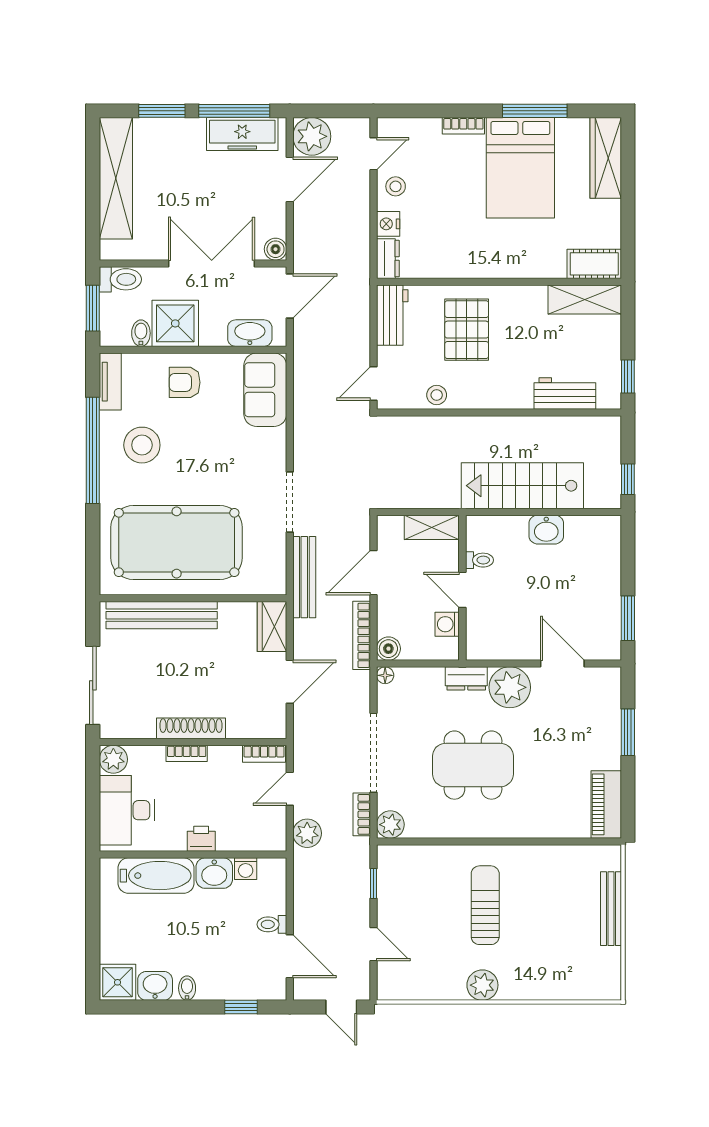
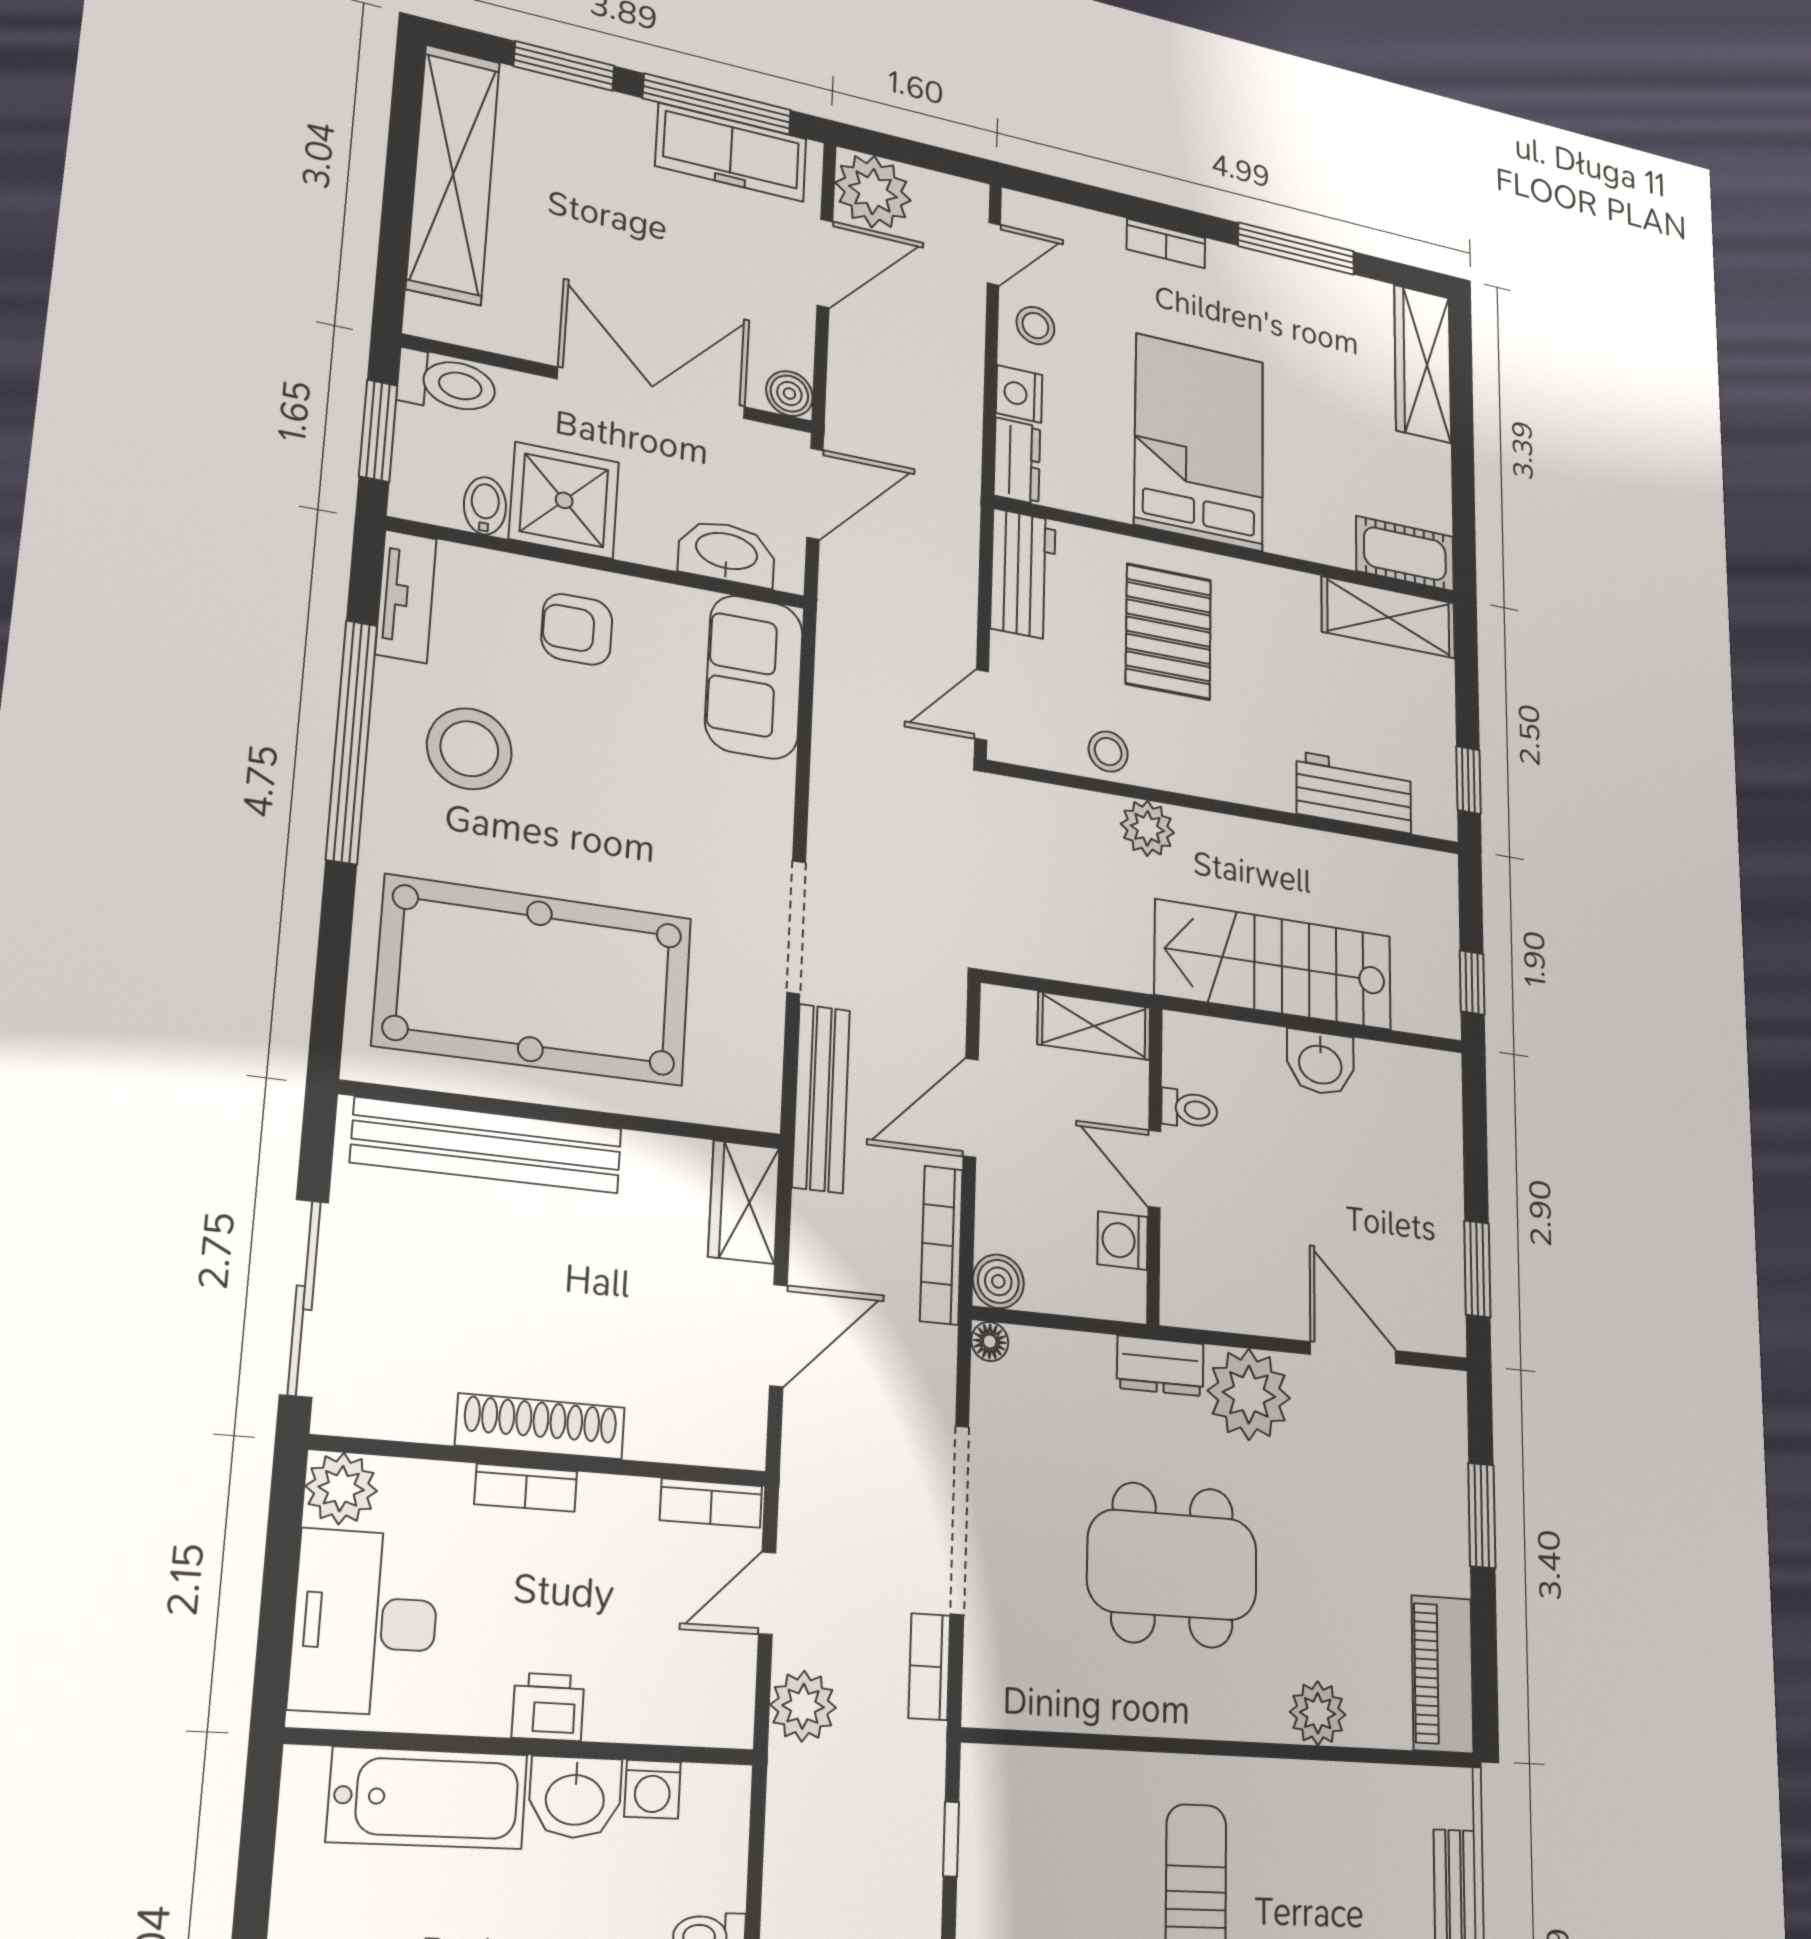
bed: (520, 168) -> (1199, 442), moved, turned 180
plant: (457, 429) -> (1147, 828), added
plant: (390, 825) -> (1318, 1713), moved

